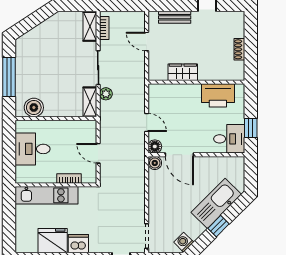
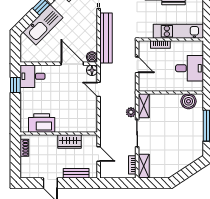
wardrobe: (183, 72) -> (70, 141), moved
wall: (196, 82) -> (59, 134), moved
printer: (218, 95) -> (42, 123), moved
bench: (137, 187) -> (106, 38), added

